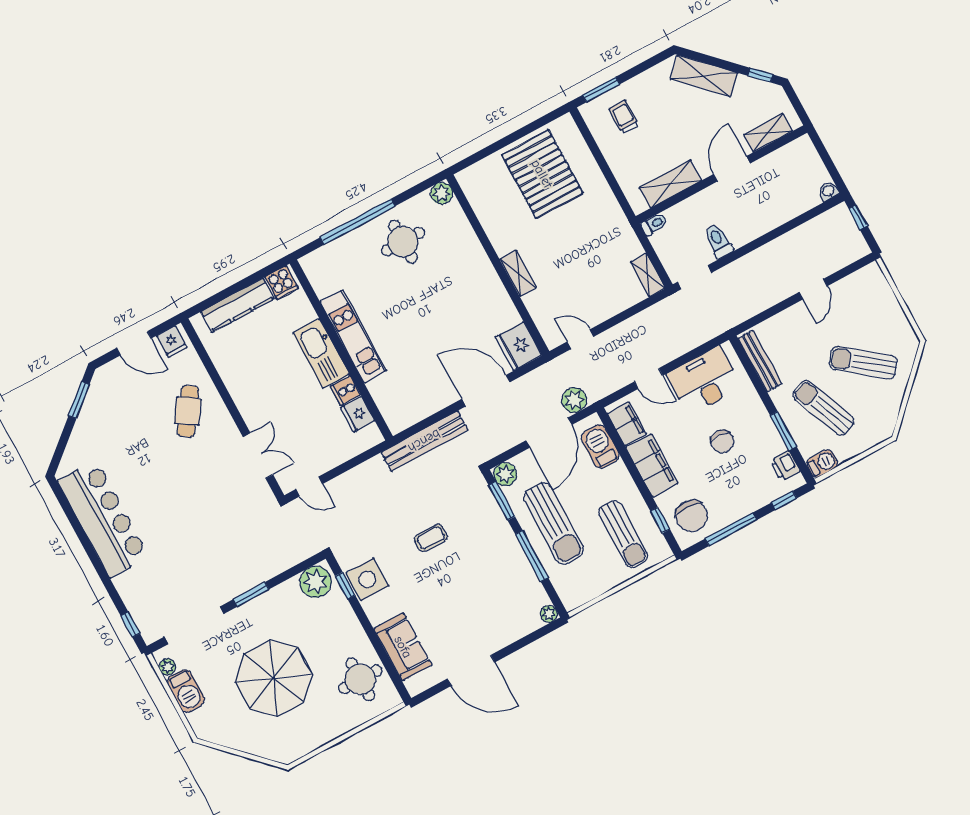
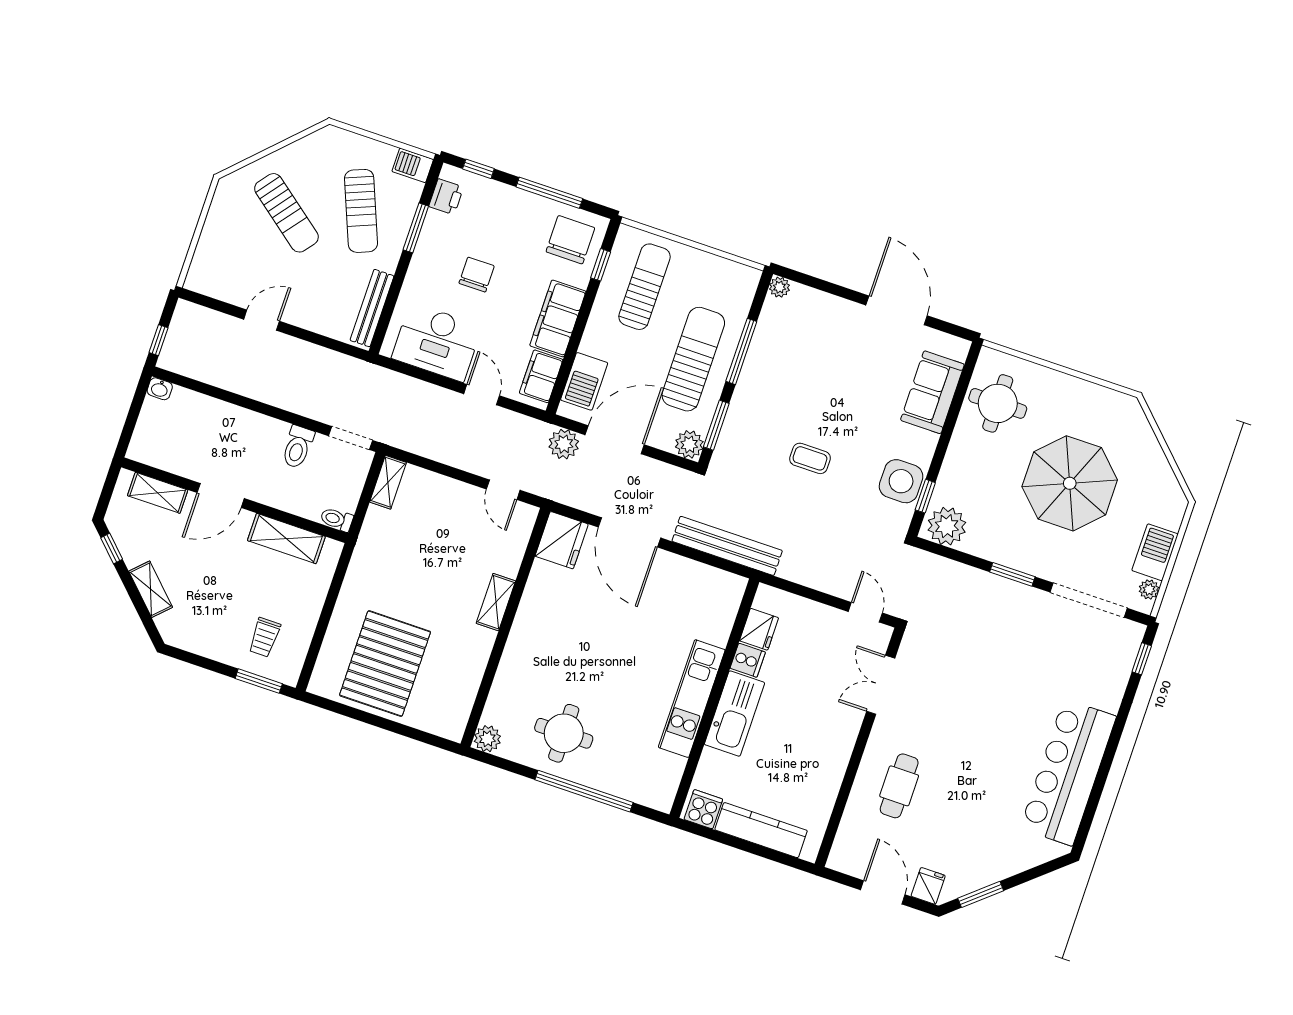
shelving: (704, 76) -> (151, 589), width x0.67, depth x0.75
fridge: (172, 342) -> (928, 886), moved
cafe table: (188, 411) -> (899, 786), turned -34

